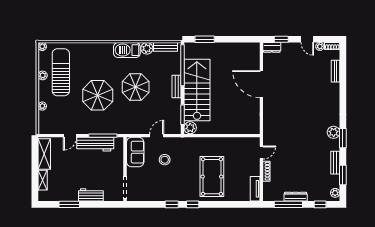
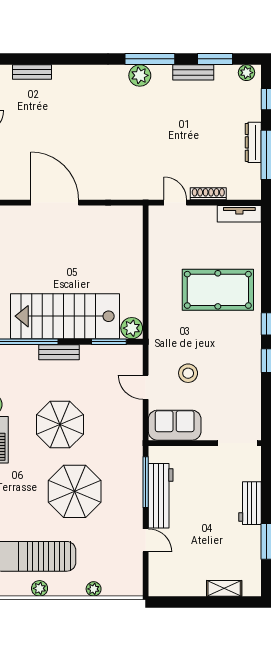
door: (261, 84) -> (55, 203), swing flipped
window: (343, 138) -> (150, 59), width x1.44
shelving: (44, 154) -> (178, 585), removed

